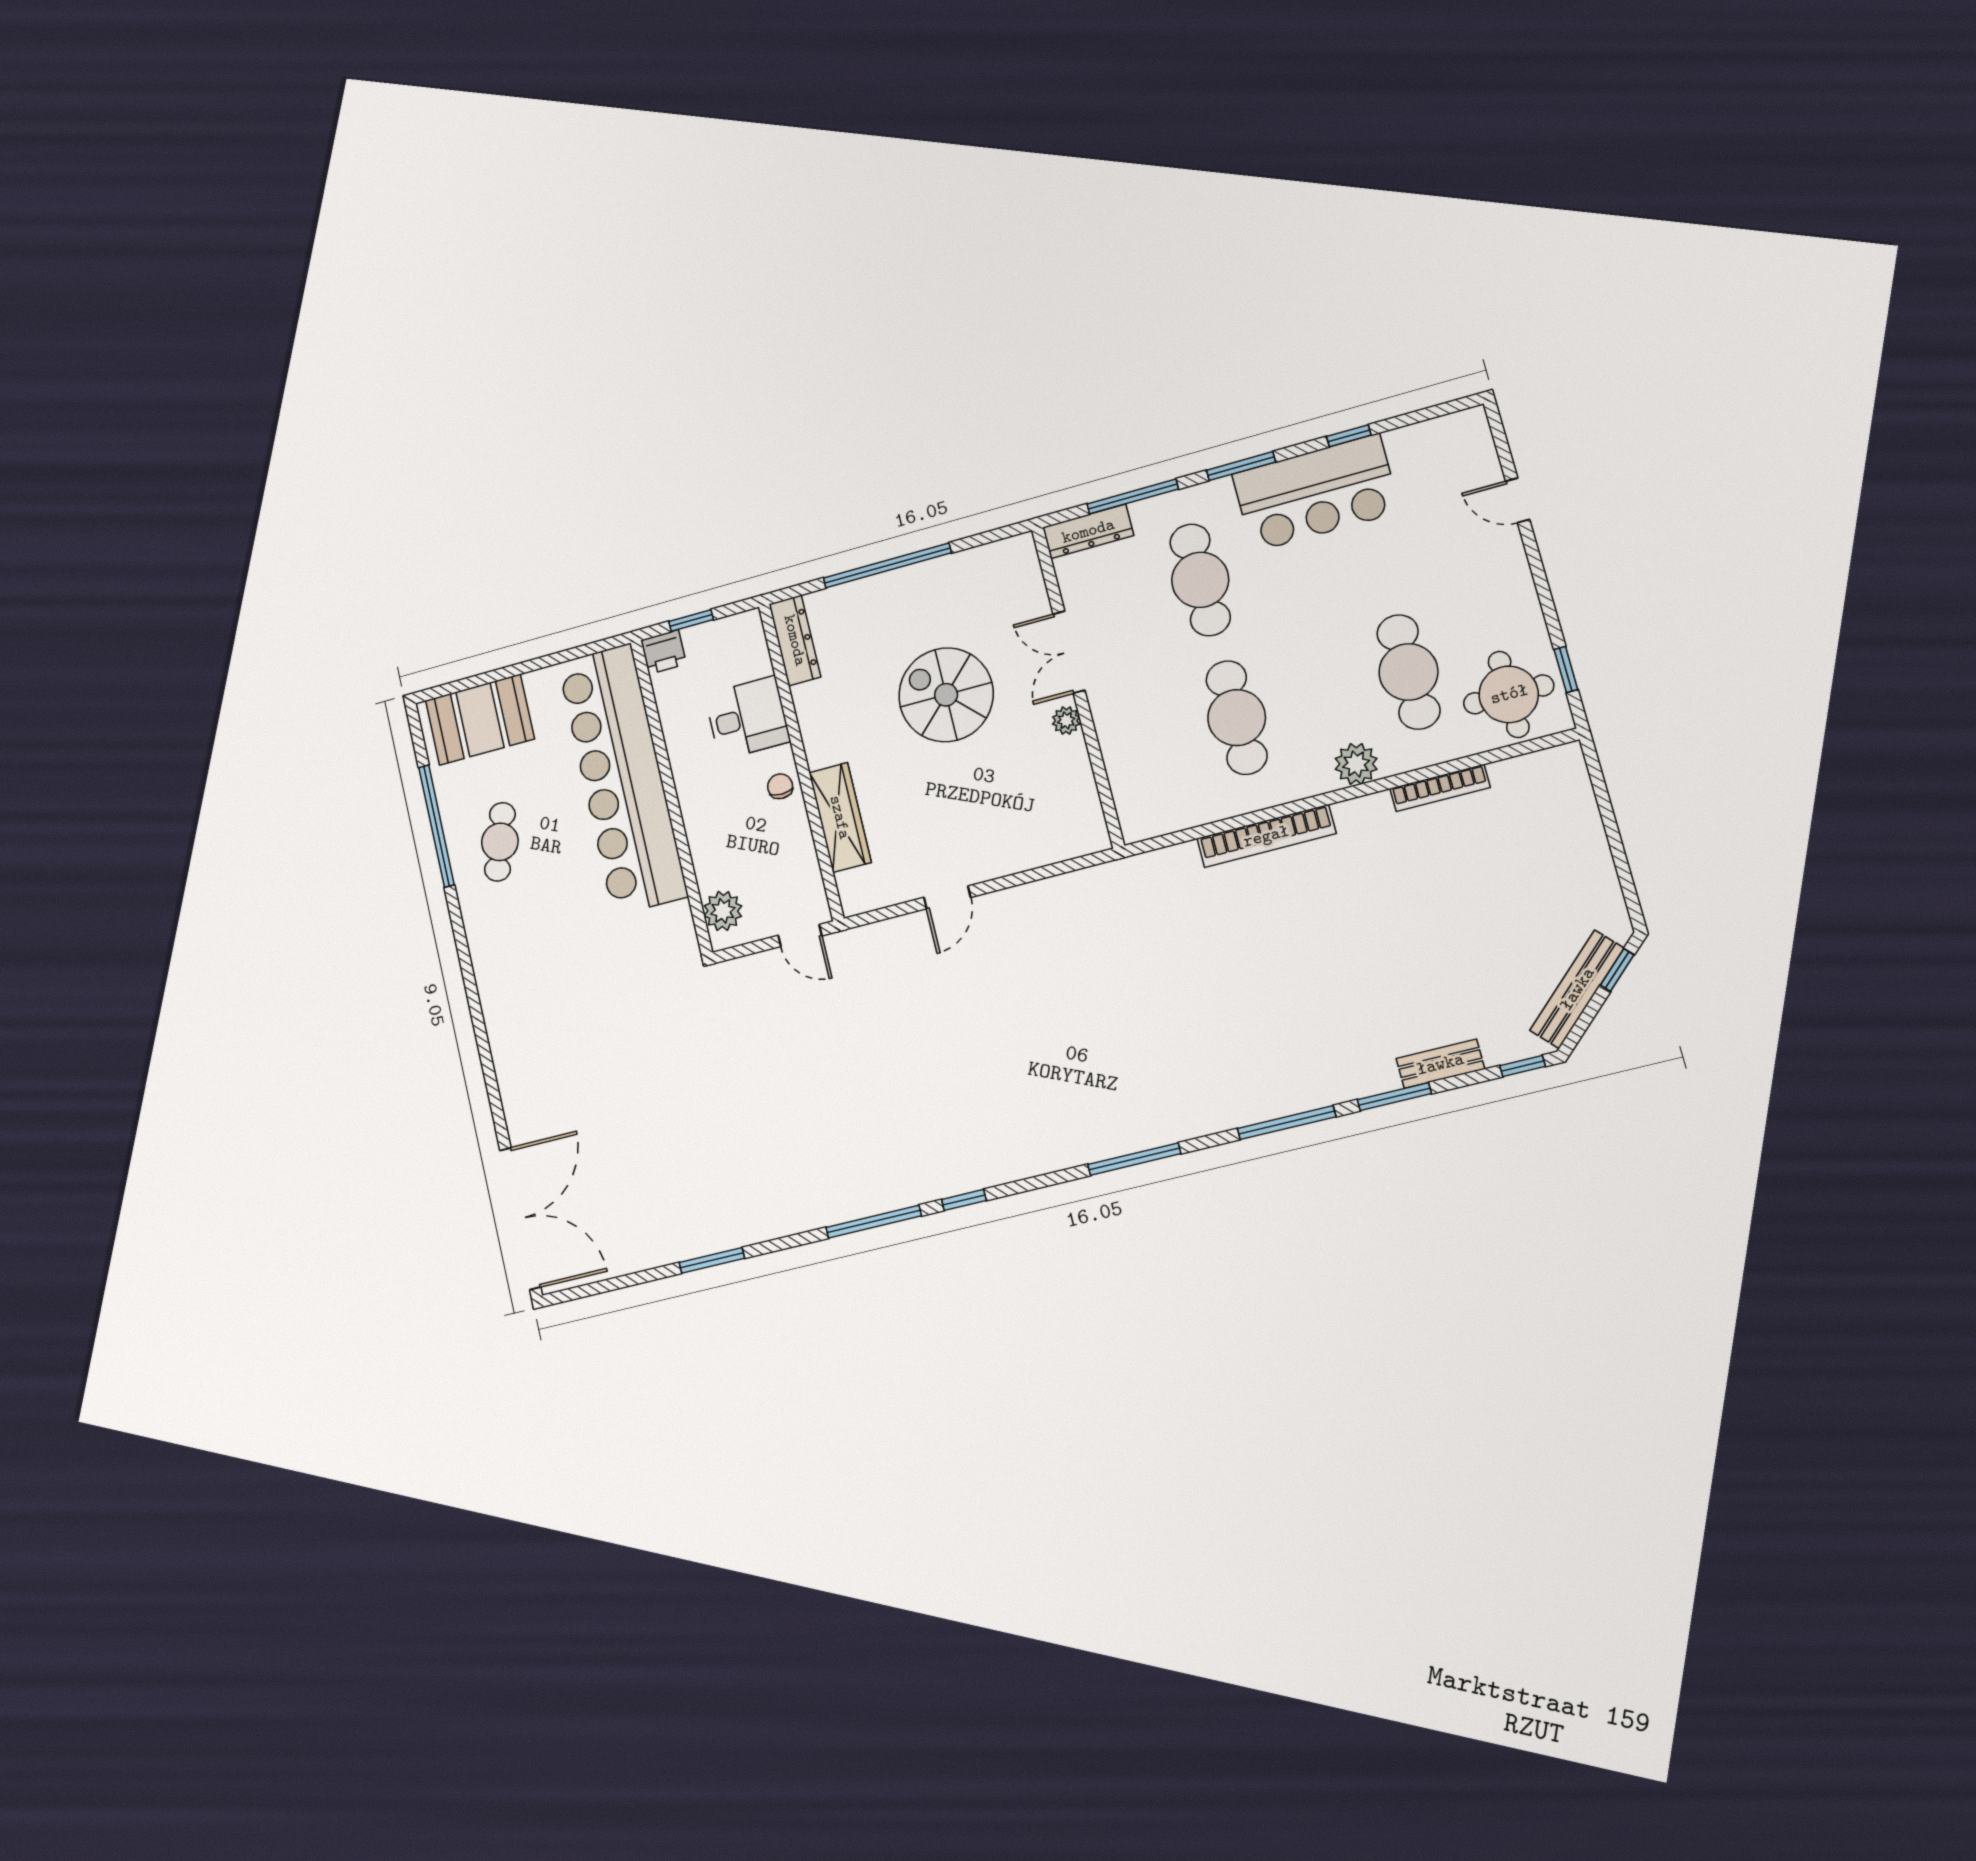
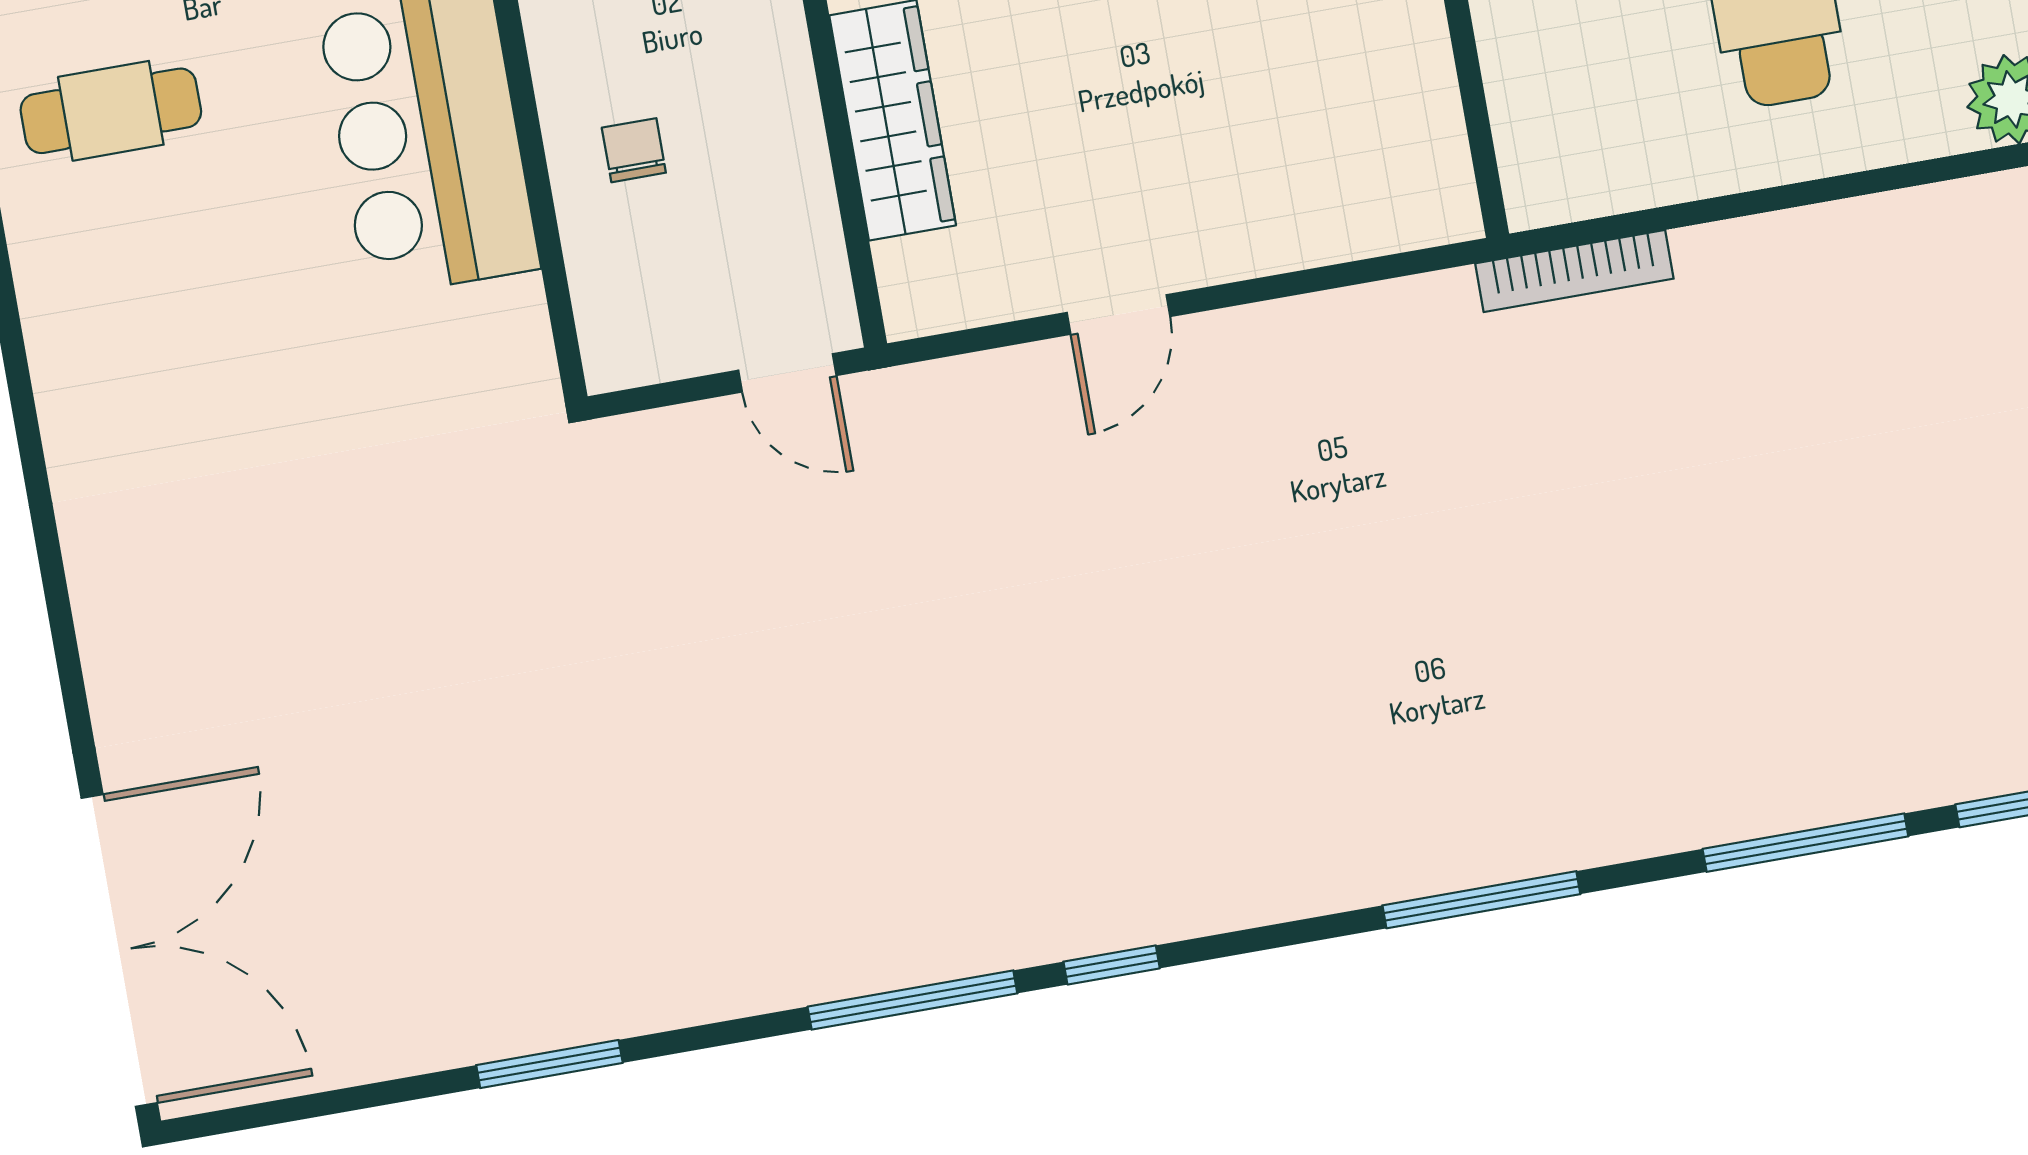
chair: (780, 786) -> (634, 150), moved
bookcase: (1266, 836) -> (1574, 271), moved, width x0.68, depth x0.76
cafe table: (500, 842) -> (111, 111), turned 72
plant: (723, 911) -> (617, 306), removed

